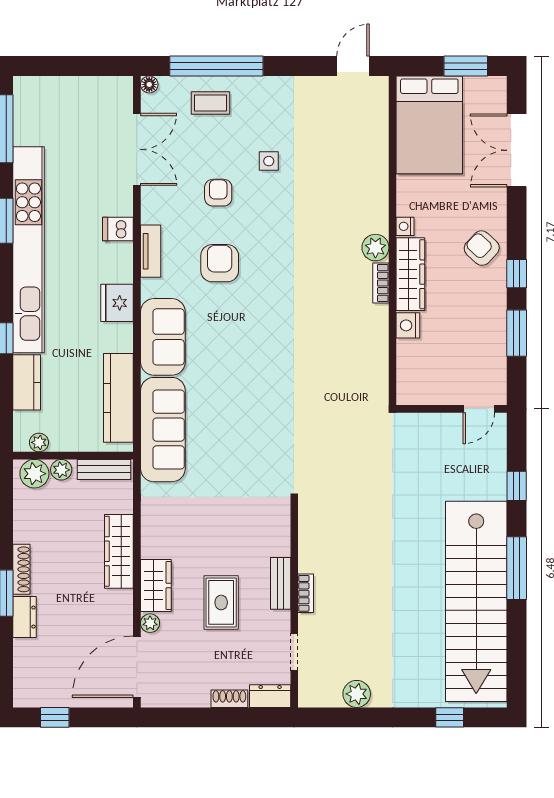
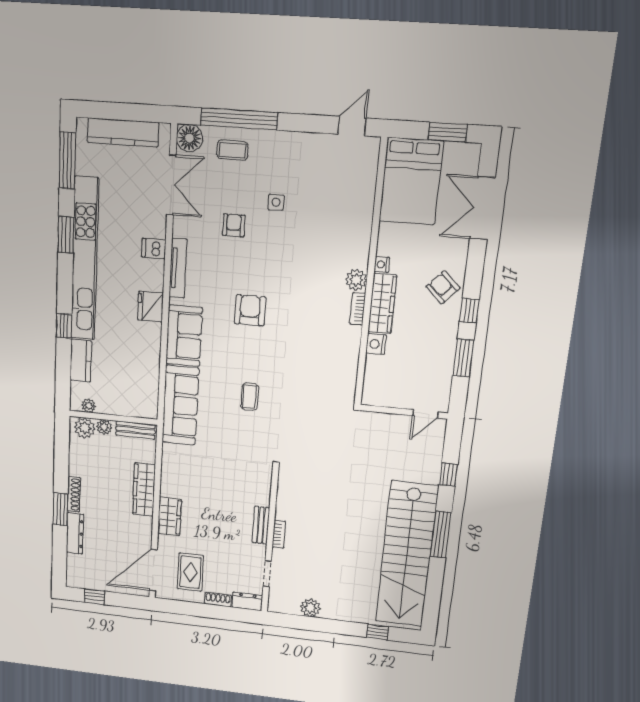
floor lamp: (149, 84) -> (190, 138), width x1.89, depth x1.89
tv unit: (151, 251) -> (178, 268), width x1.41
armchair: (220, 263) -> (250, 310), moved
kitchen counter: (118, 398) -> (123, 133), moved, turned -90
coffee table: (253, 409) -> (250, 397), added
rug: (221, 602) -> (190, 572), moved
dresser: (24, 617) -> (75, 533), width x1.44
plant: (150, 623) -> (164, 542), removed

